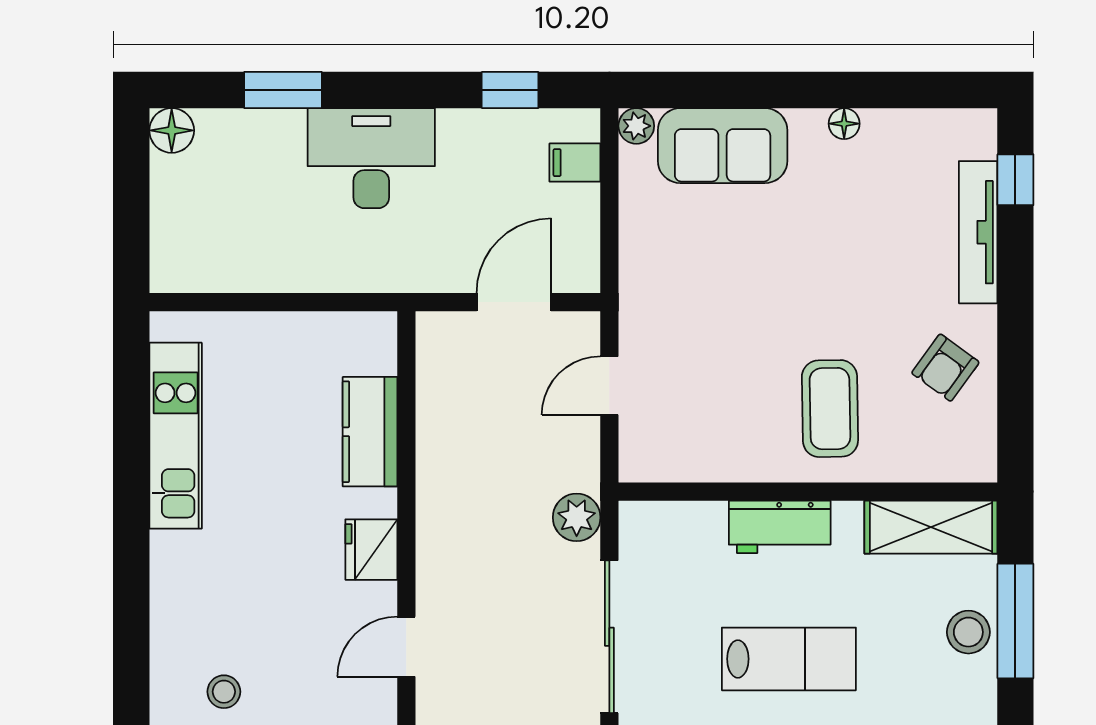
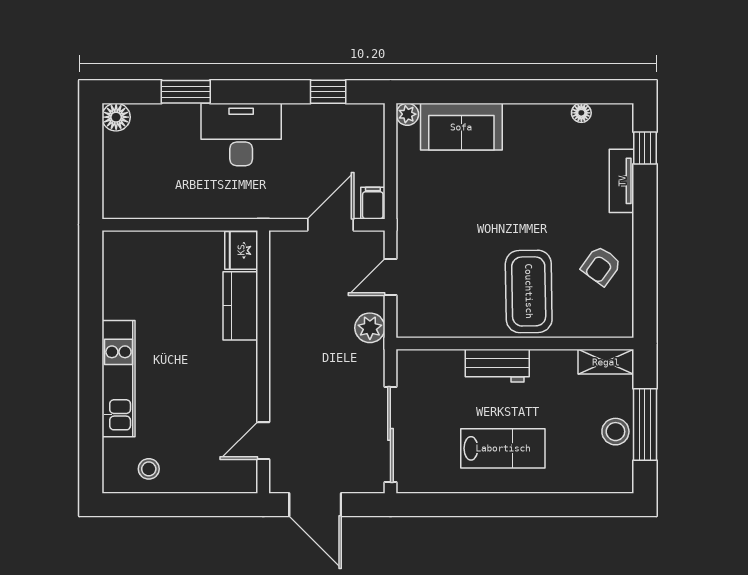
floor lamp: (844, 124) -> (581, 113), moved
filing cabinet: (575, 163) -> (373, 203), moved, turned 90
tv unit: (978, 232) -> (622, 181), width x0.71
coffee table: (830, 409) -> (529, 291), width x1.36, depth x1.32
kitchen unit: (176, 436) -> (118, 379), moved
plant: (577, 517) -> (370, 328), moved
shelving: (931, 527) -> (606, 362), width x0.67, depth x0.75
fridge: (371, 550) -> (241, 250), moved

